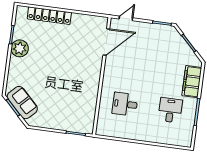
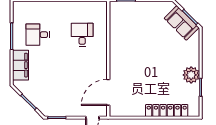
desk: (125, 104) -> (82, 35), turned -90
desk: (170, 110) -> (38, 35), turned 90

